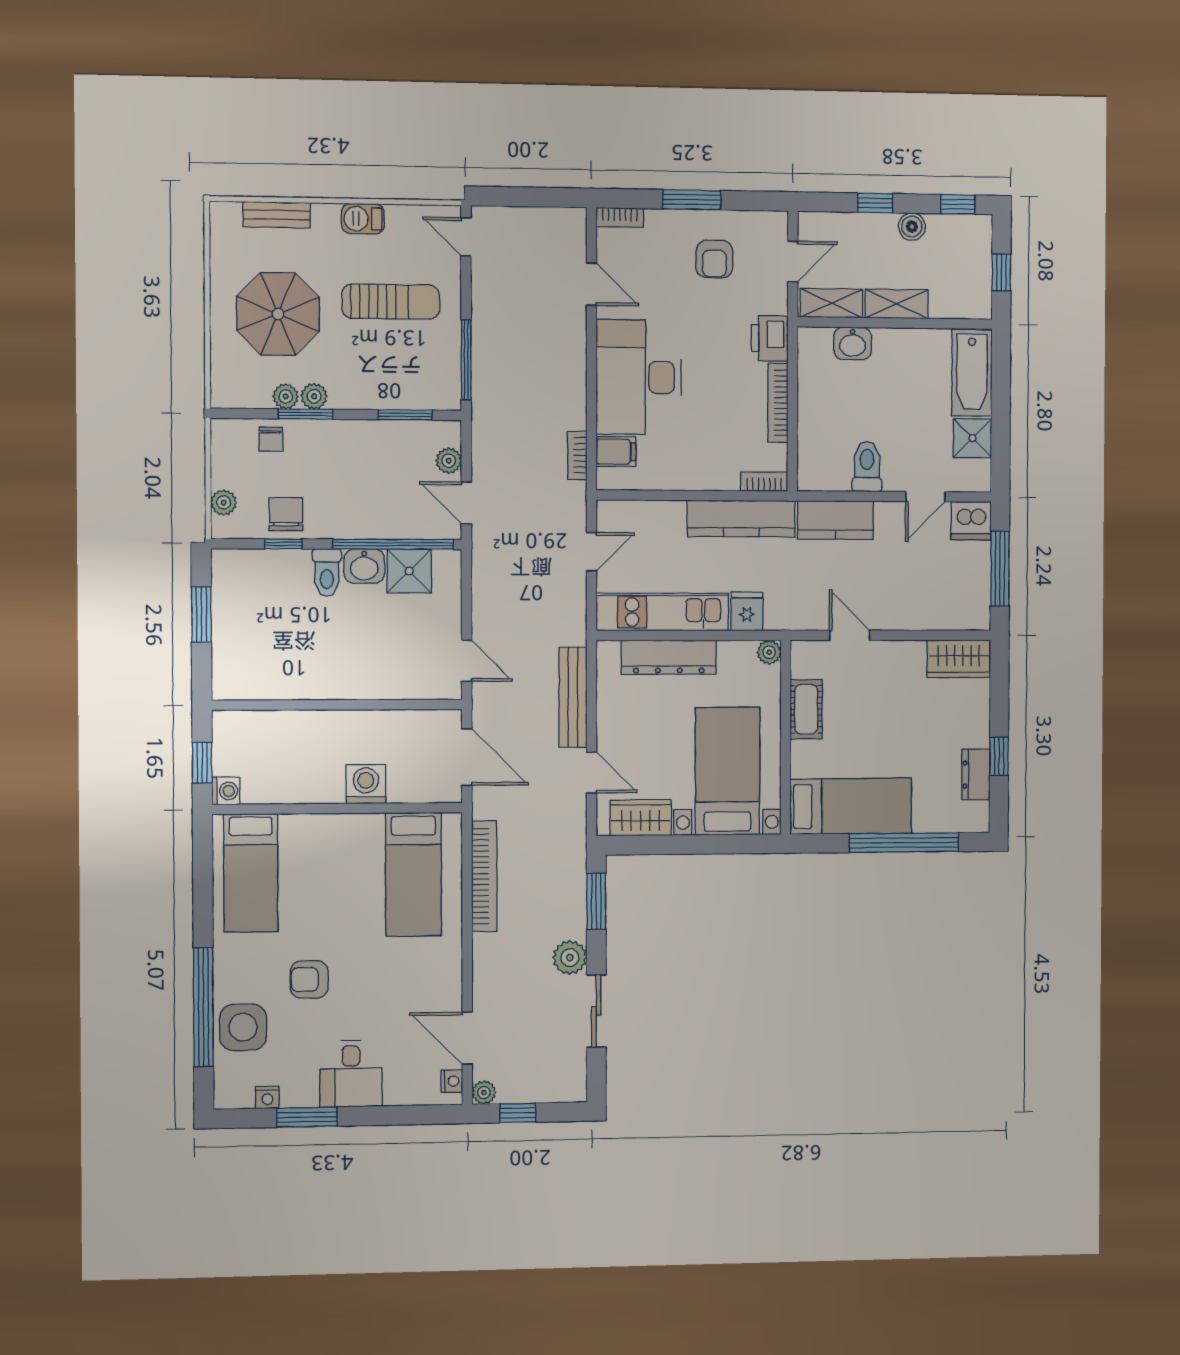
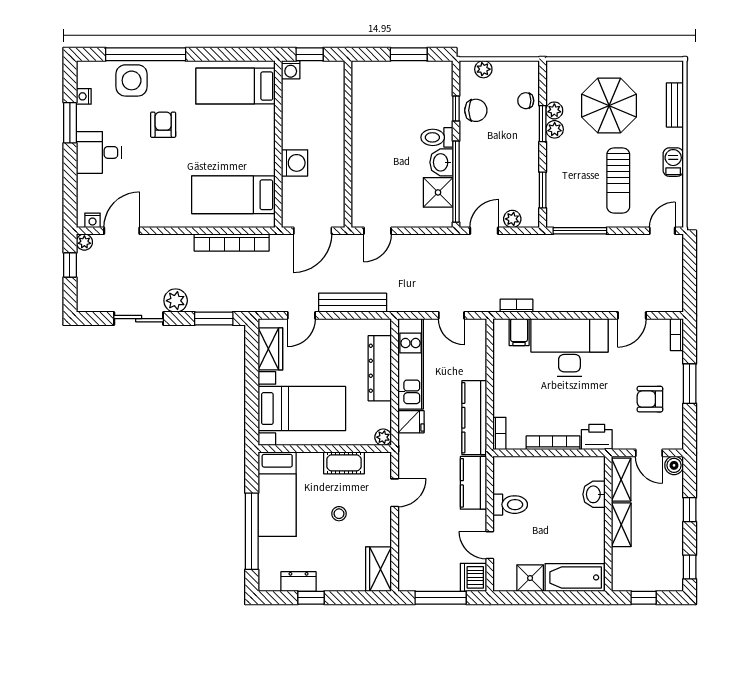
boiler: (912, 227) -> (674, 465), moved
stool: (879, 716) -> (339, 514), added

